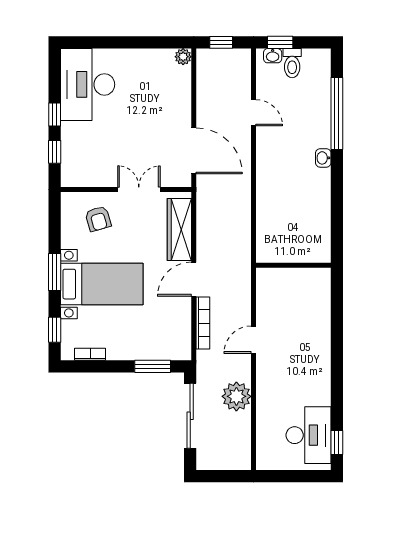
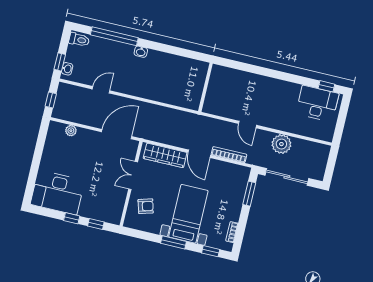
plant: (183, 57) -> (71, 131), moved
toilet: (292, 63) -> (79, 40), moved

